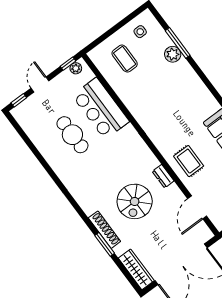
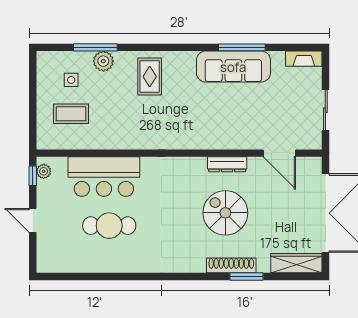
side table: (140, 32) -> (71, 80), moved
window: (19, 100) -> (33, 254), removed
rug: (189, 161) -> (150, 77), moved, turned 90
dresser: (163, 176) -> (227, 164), width x1.44
spiral stairs: (135, 201) -> (225, 213), turned 180

